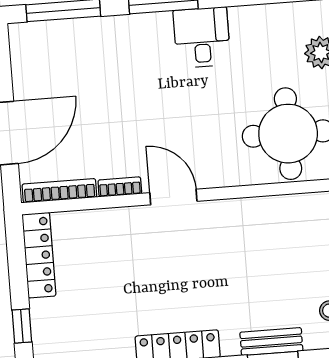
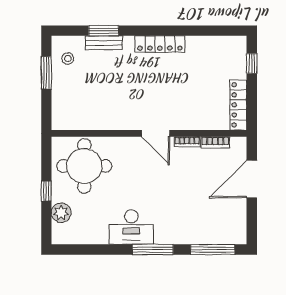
desk: (202, 38) -> (131, 227), width x1.37
bookcase: (59, 191) -> (215, 142), width x0.64

